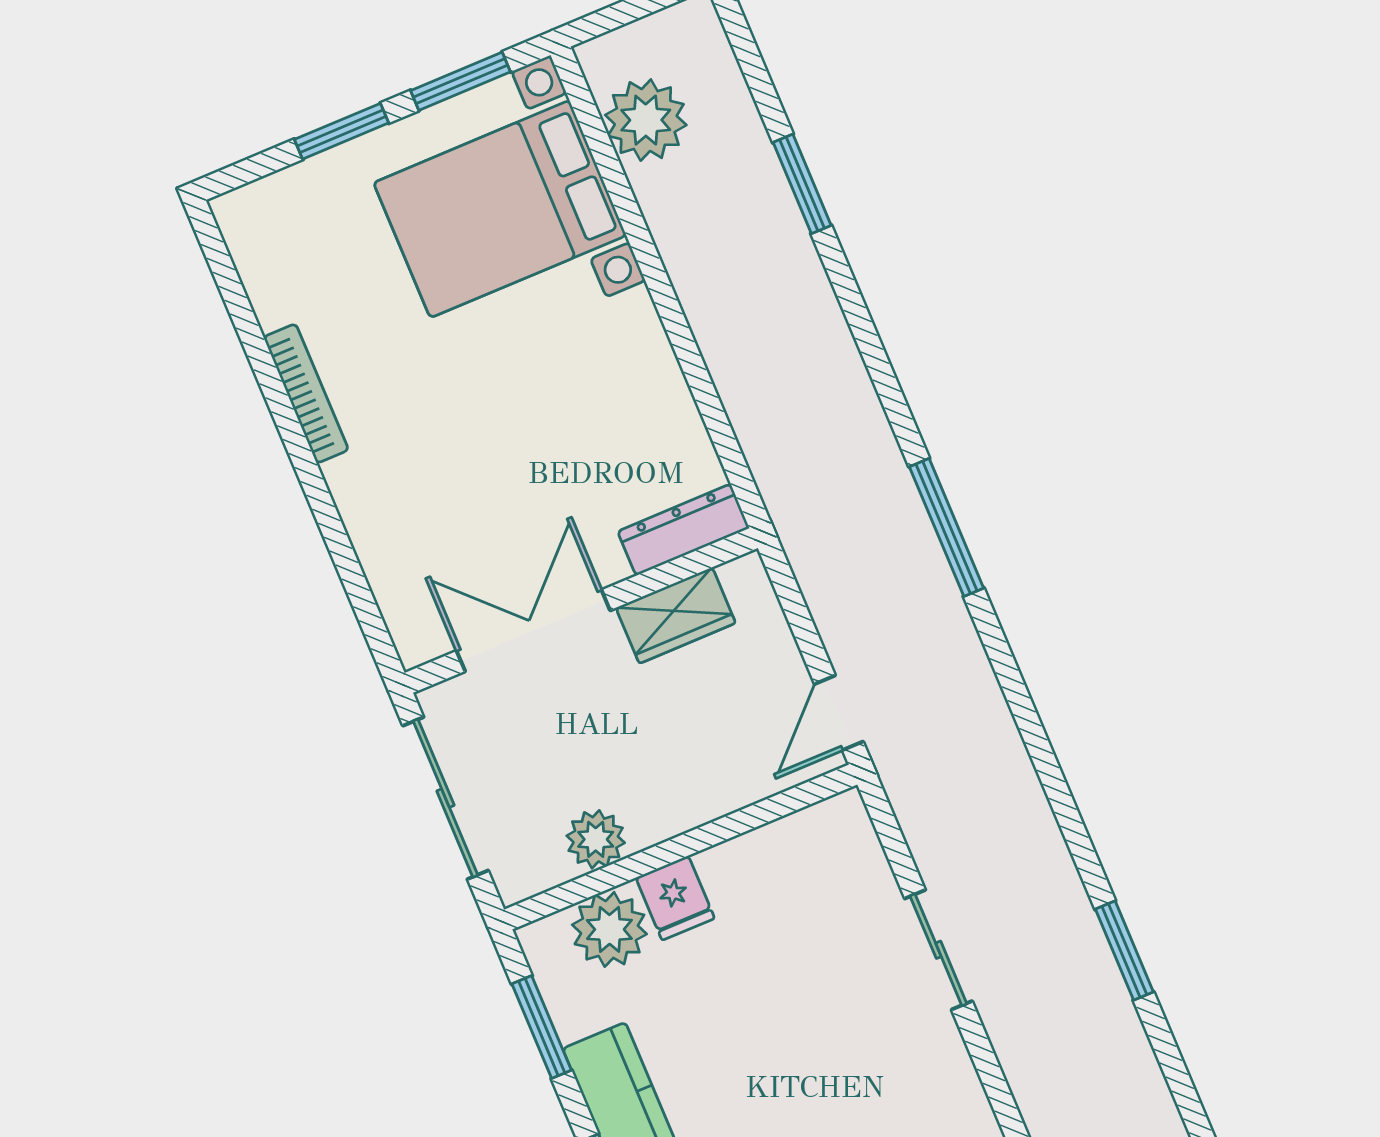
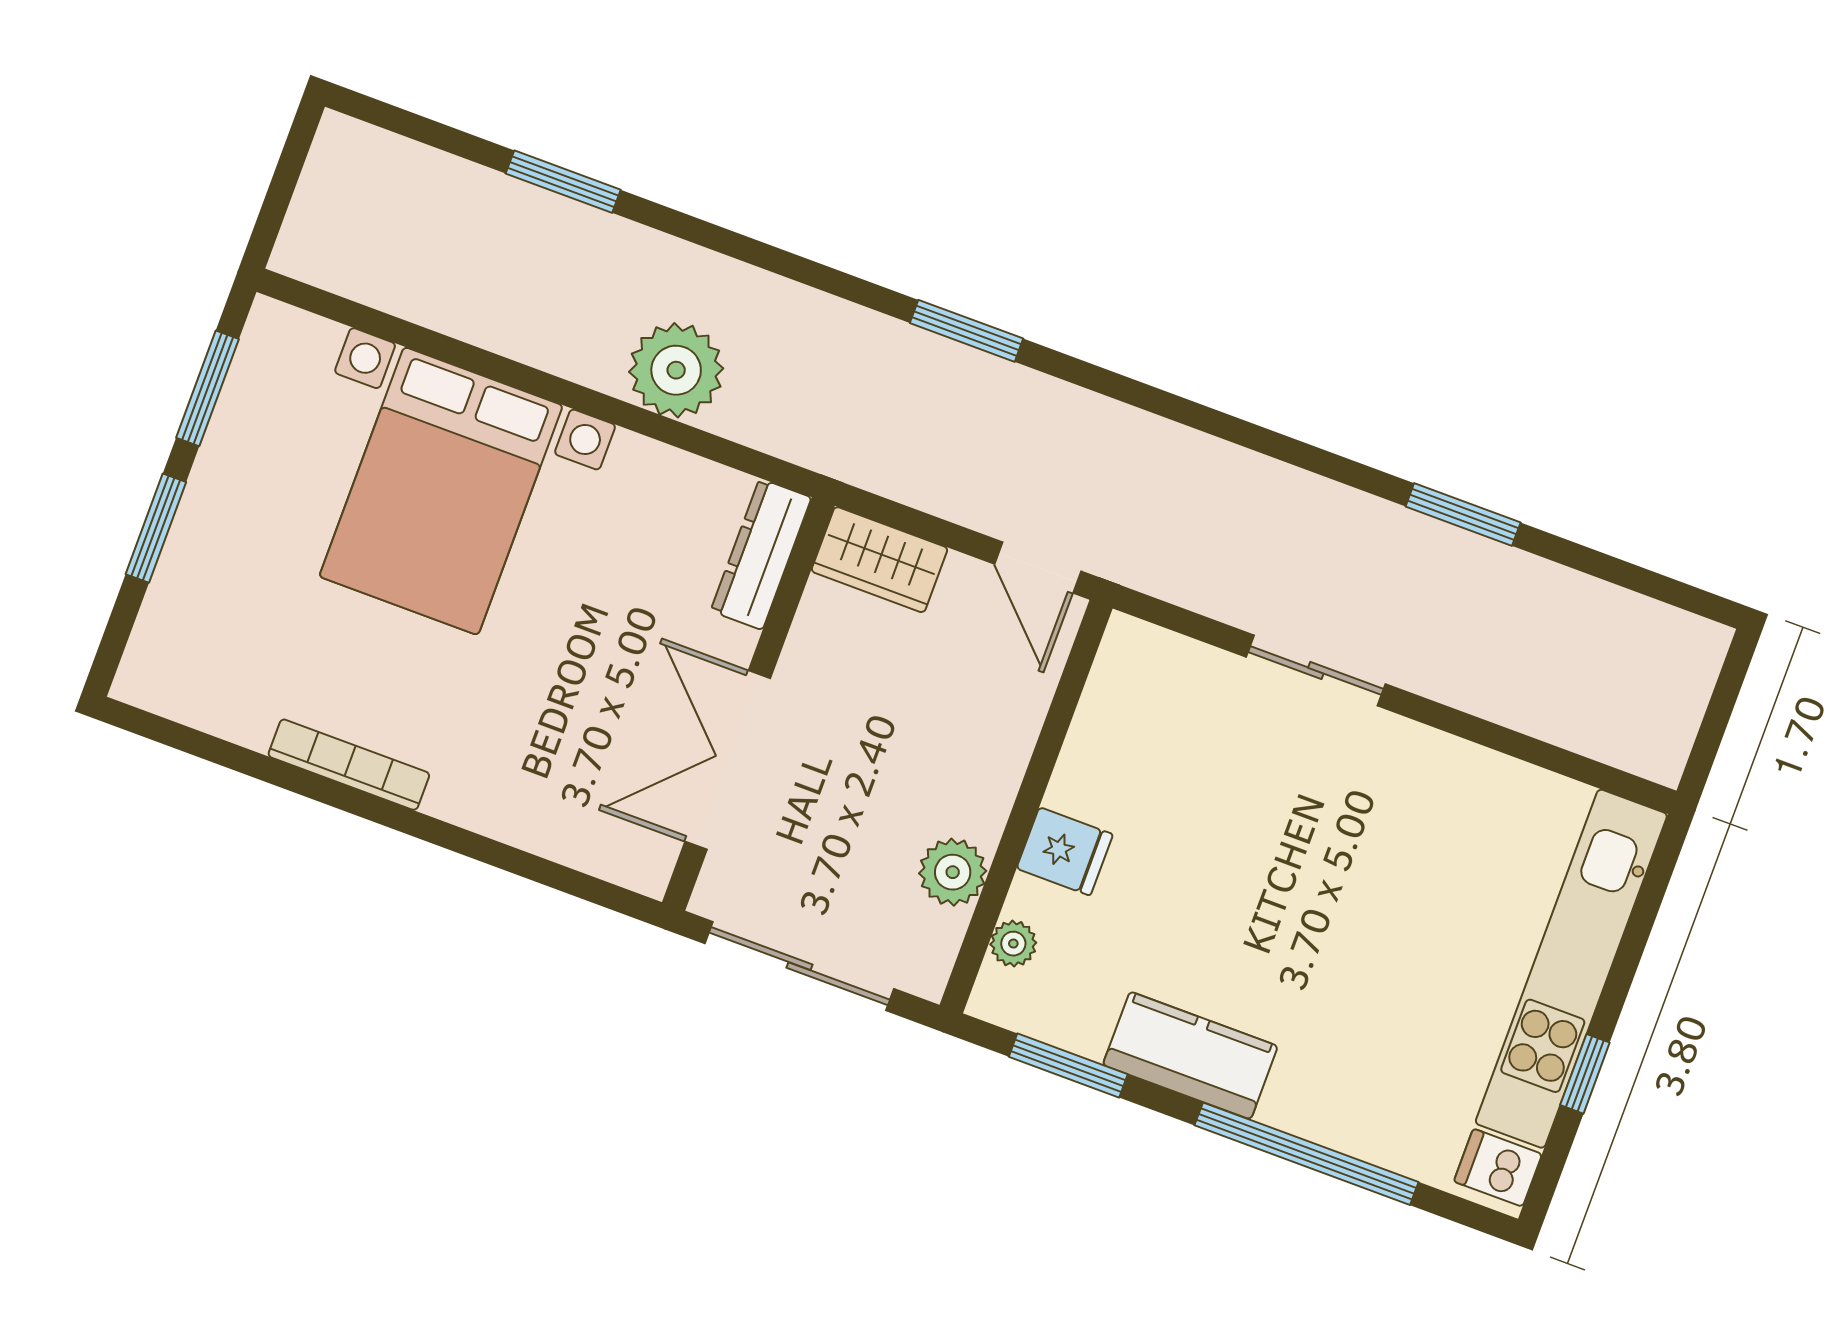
plant: (646, 120) -> (676, 370), moved
bed with nightstands: (500, 209) -> (441, 491), moved
window: (946, 527) -> (966, 331), width x0.69
wardrobe: (676, 615) -> (879, 560), moved, turned 90
plant: (609, 929) -> (1013, 944), width x0.53, depth x0.53

